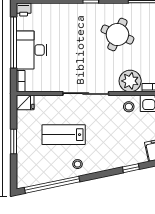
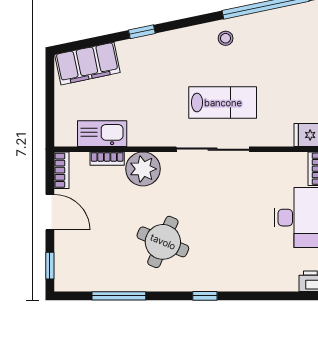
stool: (129, 107) -> (145, 128), removed
lab bench: (64, 135) -> (223, 103), moved

